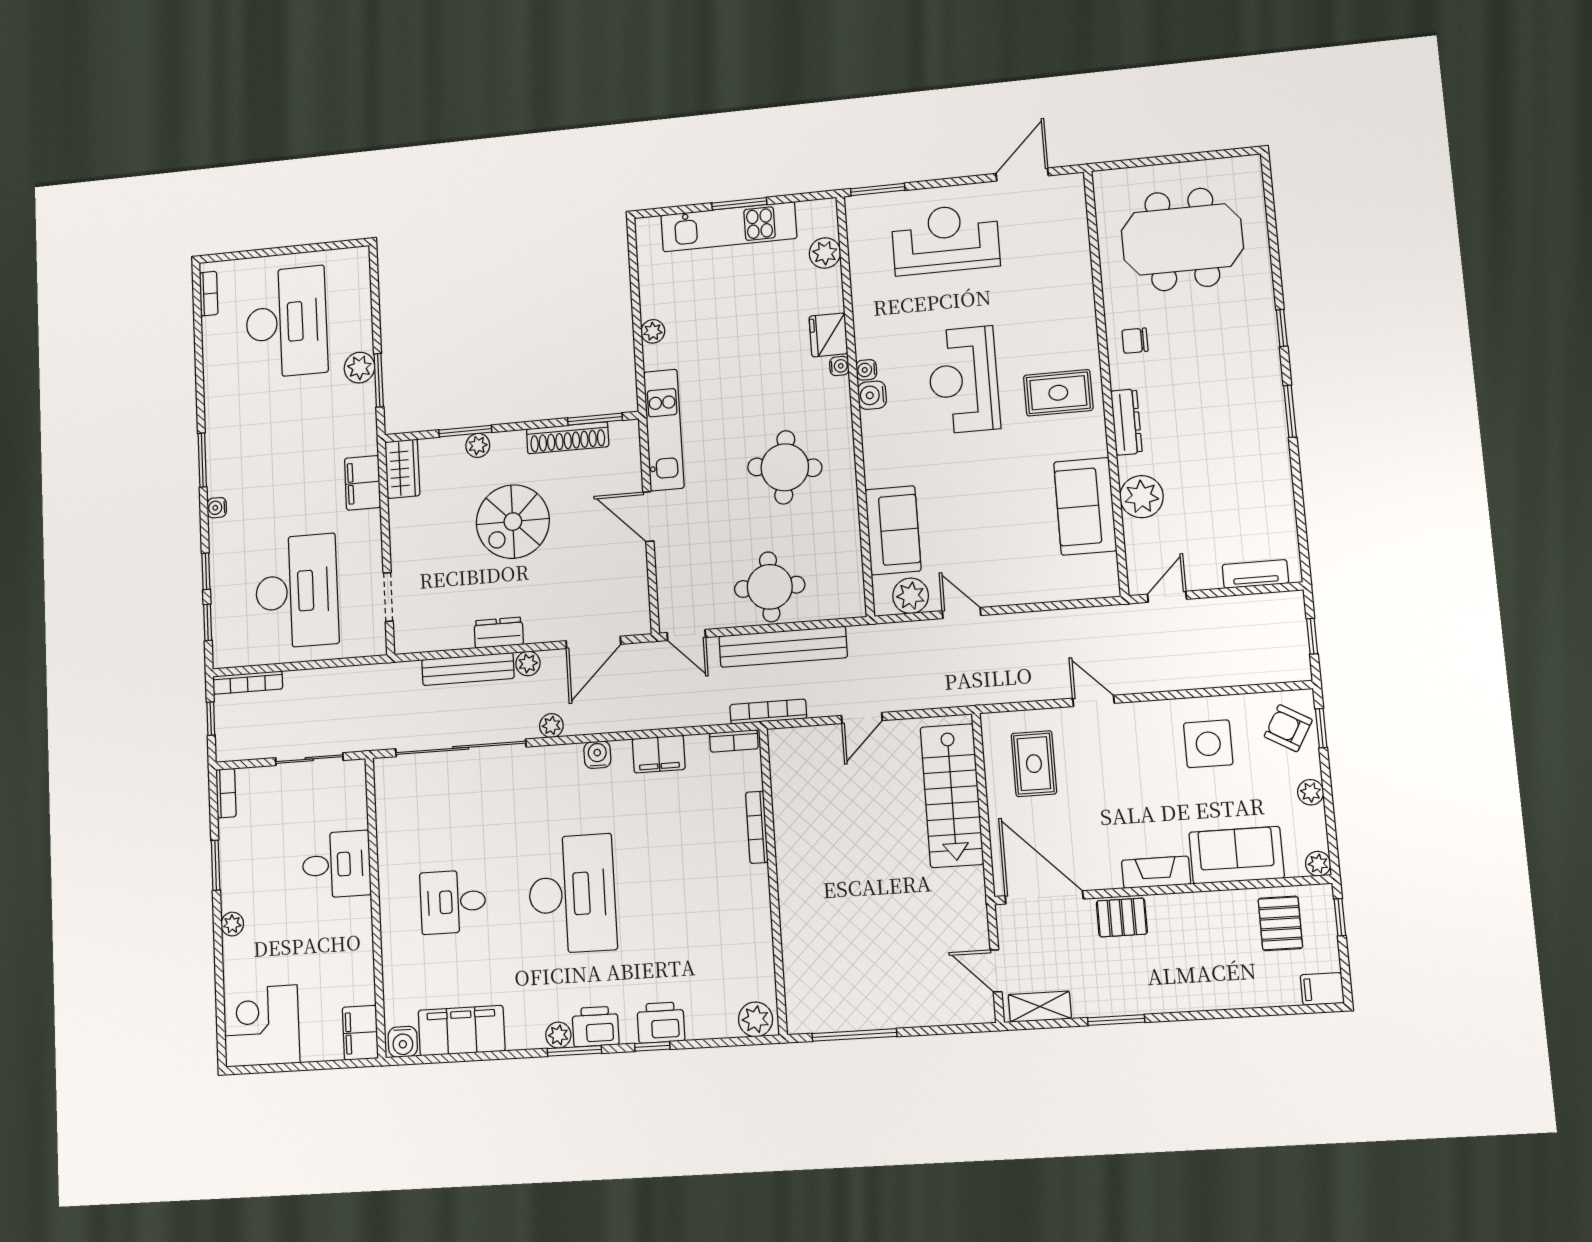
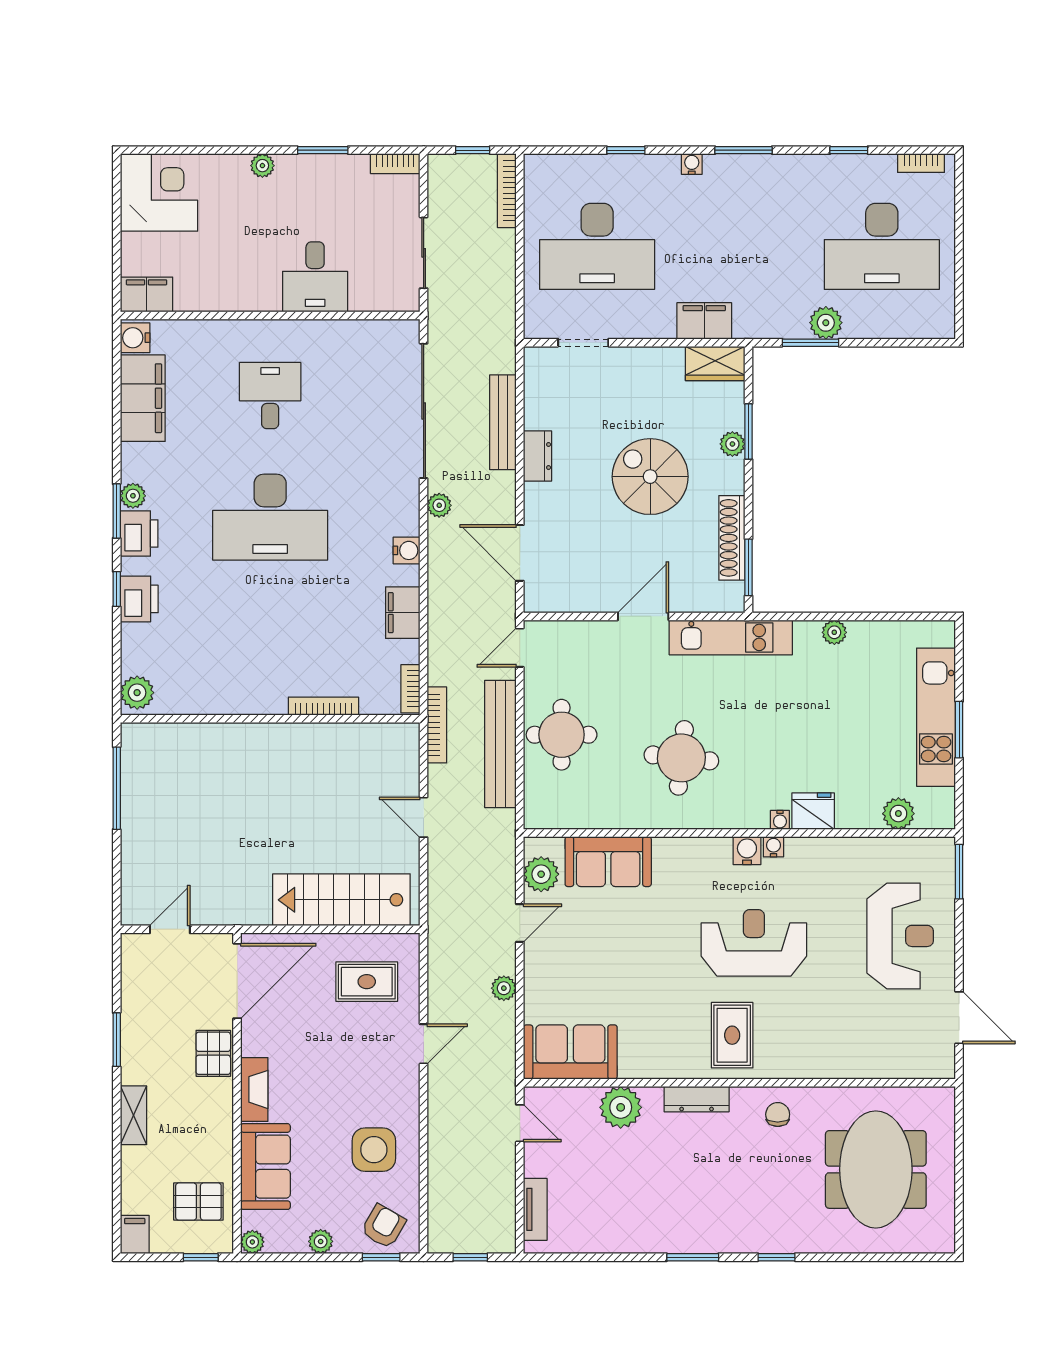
sofa: (1085, 506) -> (570, 1052), moved
window: (208, 622) -> (849, 150), moved
plant: (528, 663) -> (504, 988), moved
shelving: (1040, 1007) -> (134, 1115), moved

